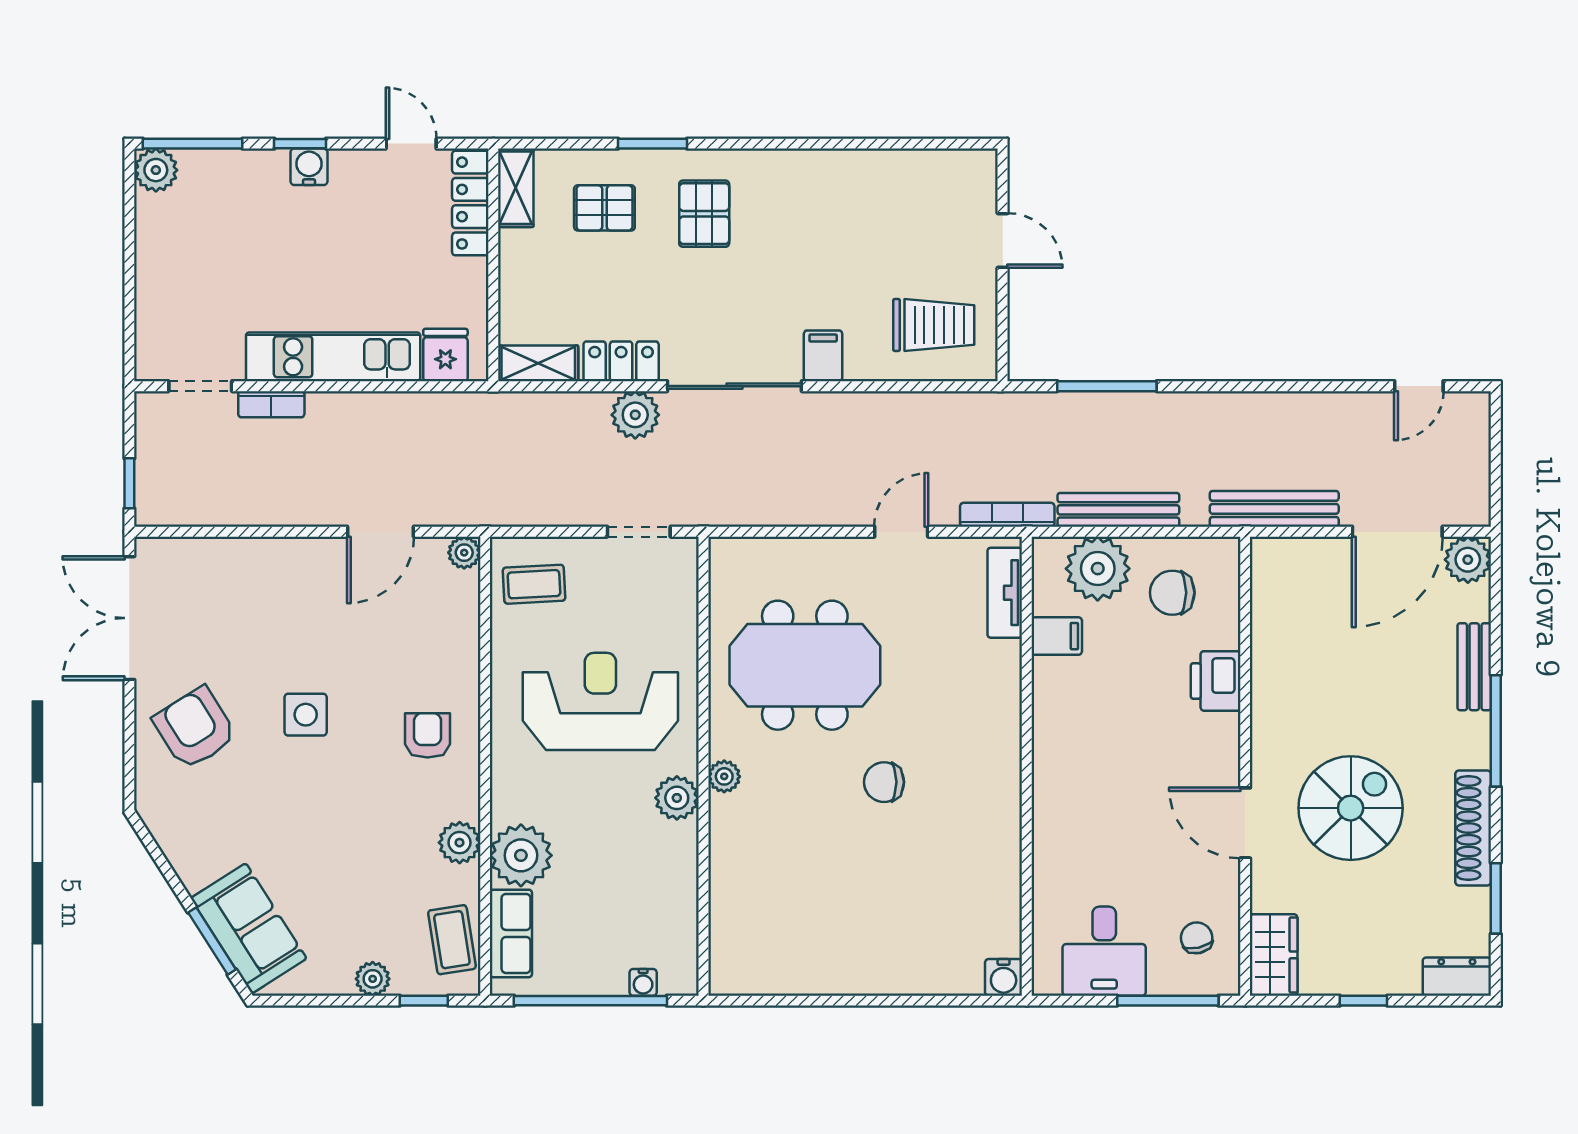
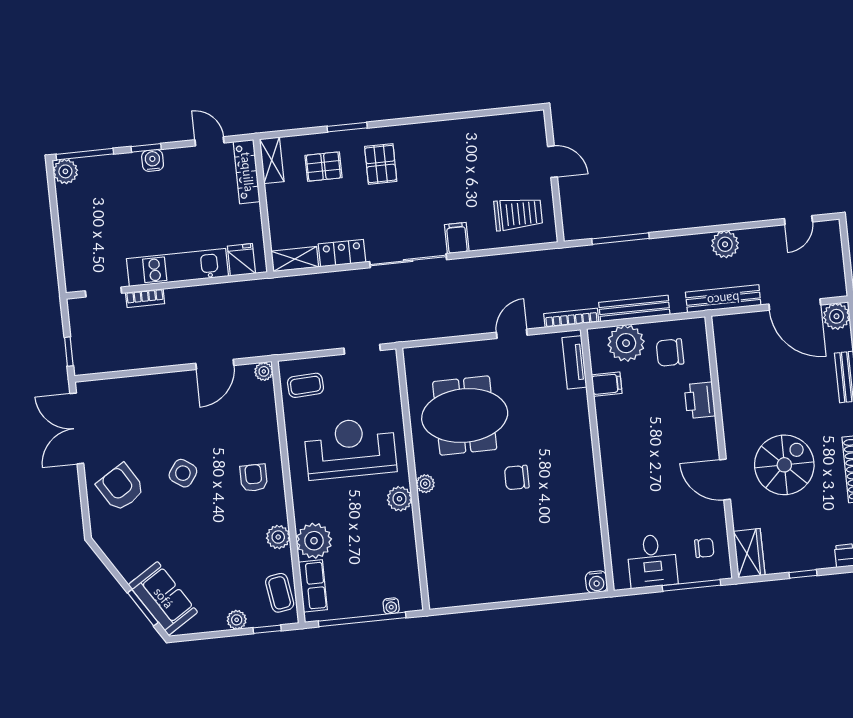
plant: (635, 415) -> (725, 244), moved
door: (1397, 532) -> (795, 304), hinge flipped
side table: (306, 715) -> (183, 473), turned 35
chair: (1197, 938) -> (704, 548), turned 102

